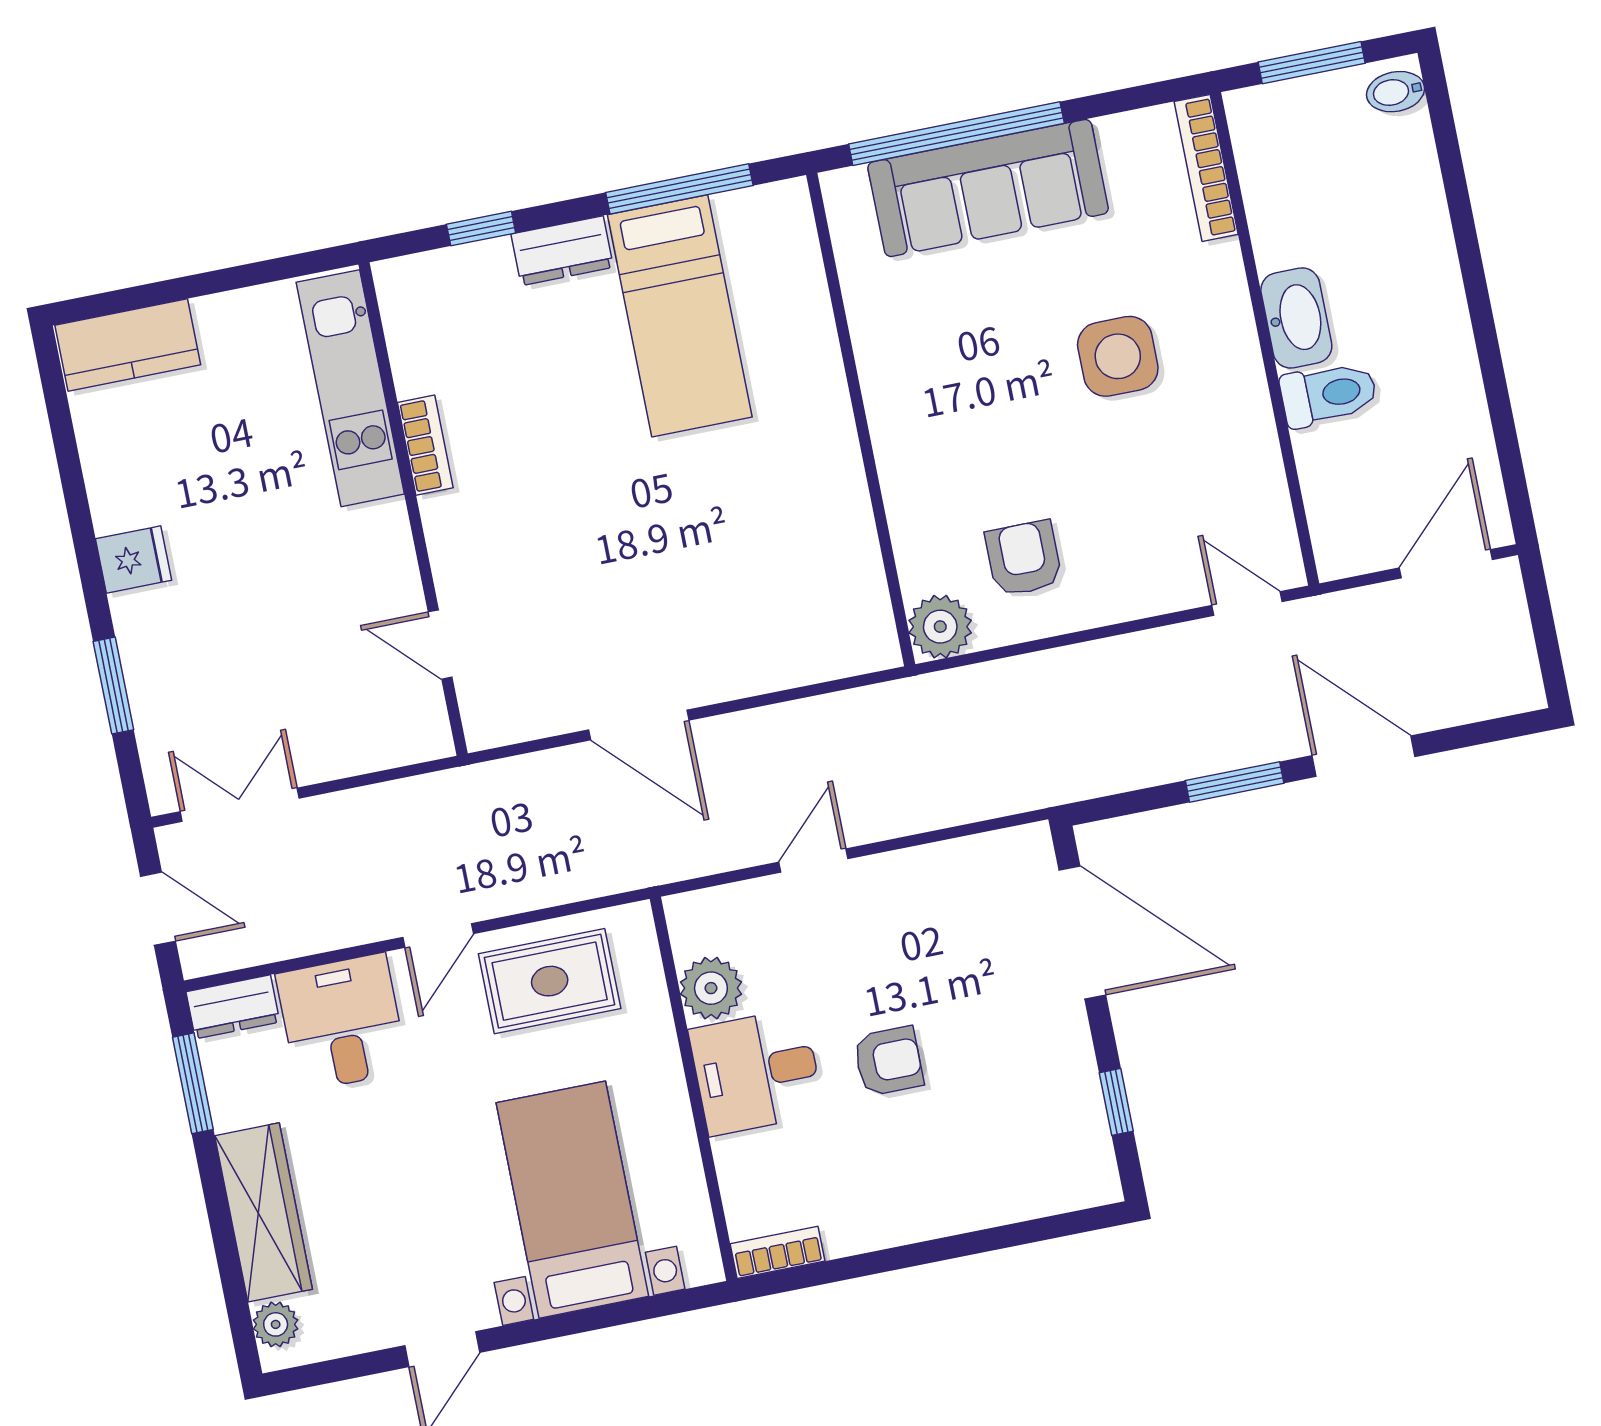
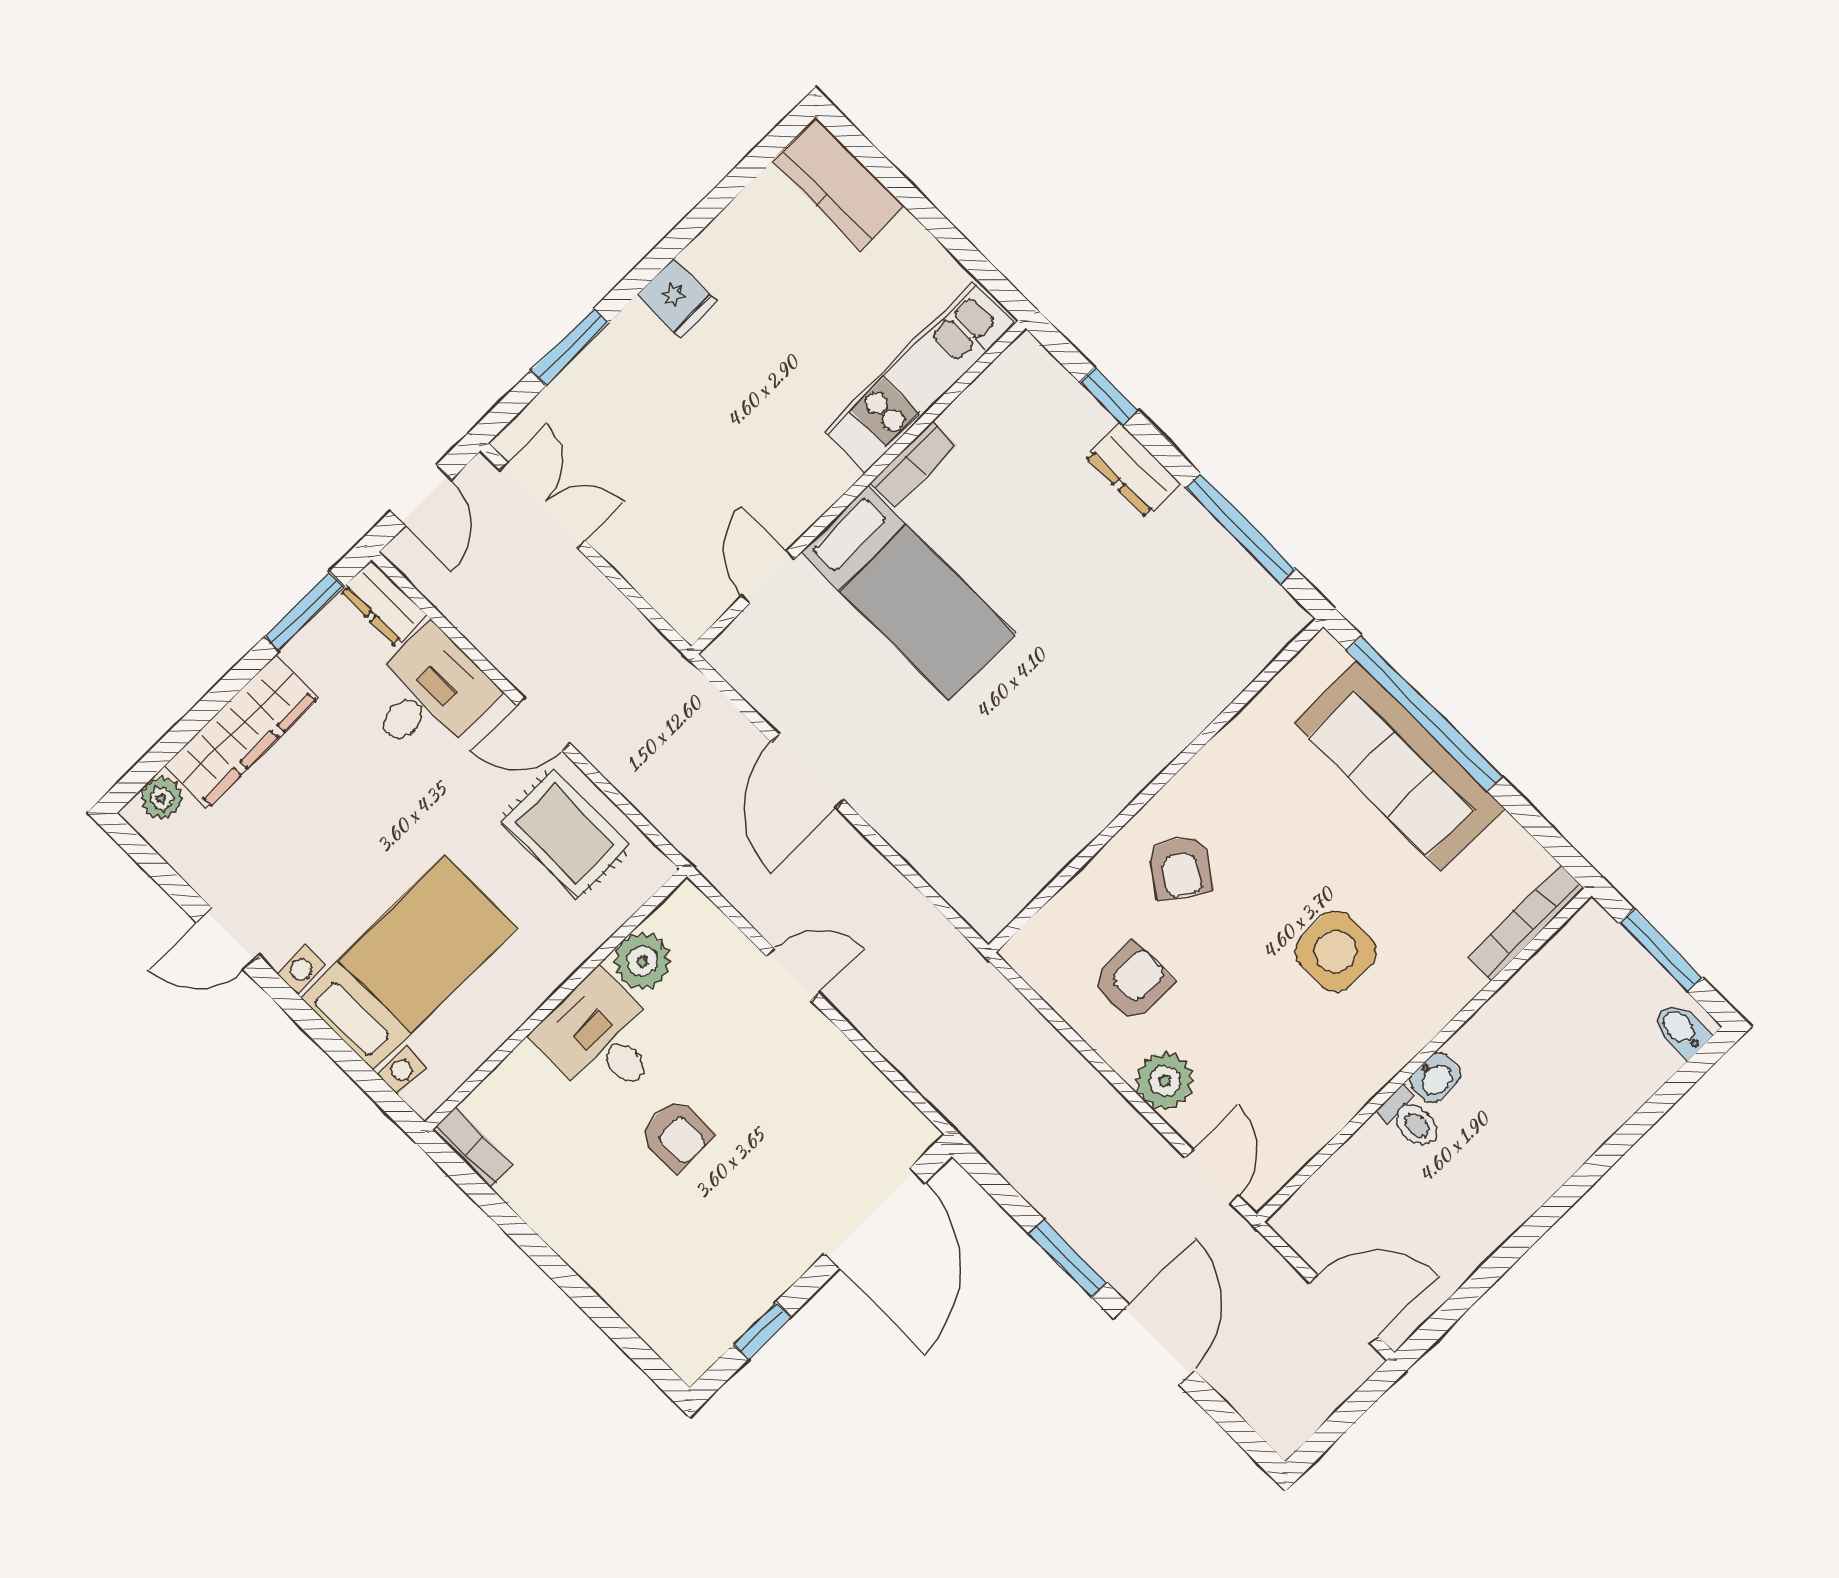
bed: (680, 316) -> (908, 593), moved, turned -90
washbasin: (1296, 318) -> (1435, 1078), width x0.52, depth x0.69
toilet: (1329, 394) -> (1411, 1119), width x0.73, depth x0.72
armchair: (949, 446) -> (1180, 867), added
plant: (940, 627) -> (1165, 1081), moved

